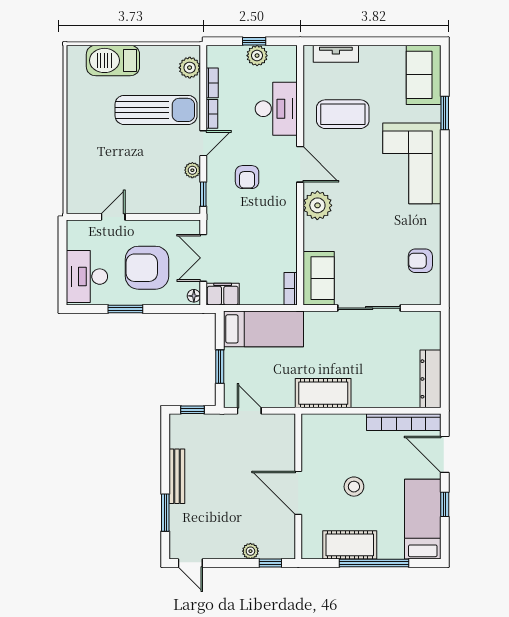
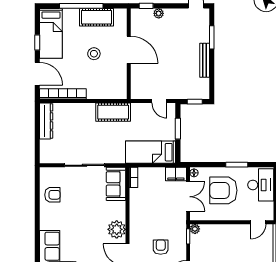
plant: (192, 170) -> (195, 229), moved
door: (113, 217) -> (258, 222), moved
armchair: (147, 268) -> (223, 190), turned 180

